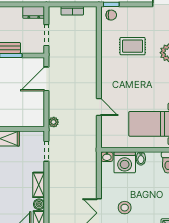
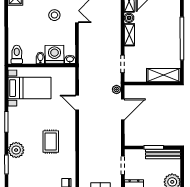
rug: (133, 46) -> (51, 142), moved, turned 90
door: (46, 79) -> (123, 109), moved

